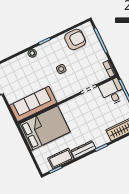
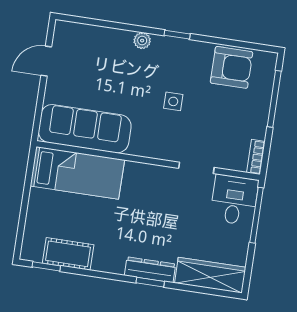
bed: (44, 128) -> (77, 173), width x0.67
dresser: (83, 150) -> (150, 270), moved

